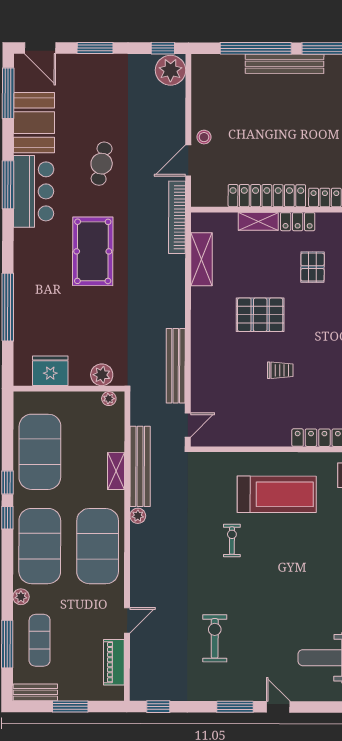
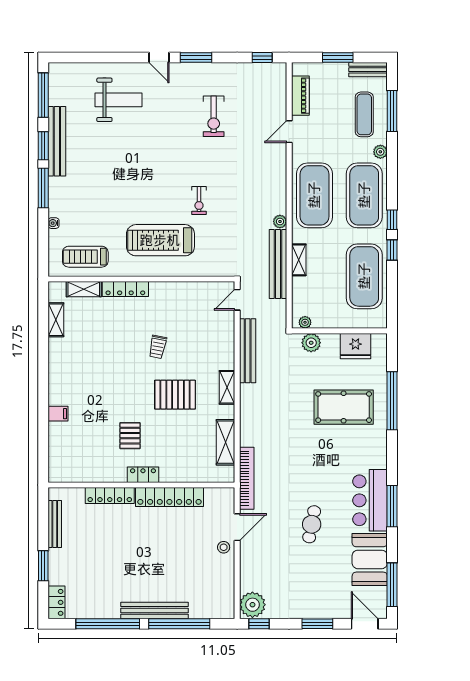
shelving: (258, 221) -> (227, 387), moved, turned 90
pool table: (93, 251) -> (344, 407), moved, turned 90
trolley: (280, 370) -> (158, 347), turned -79

